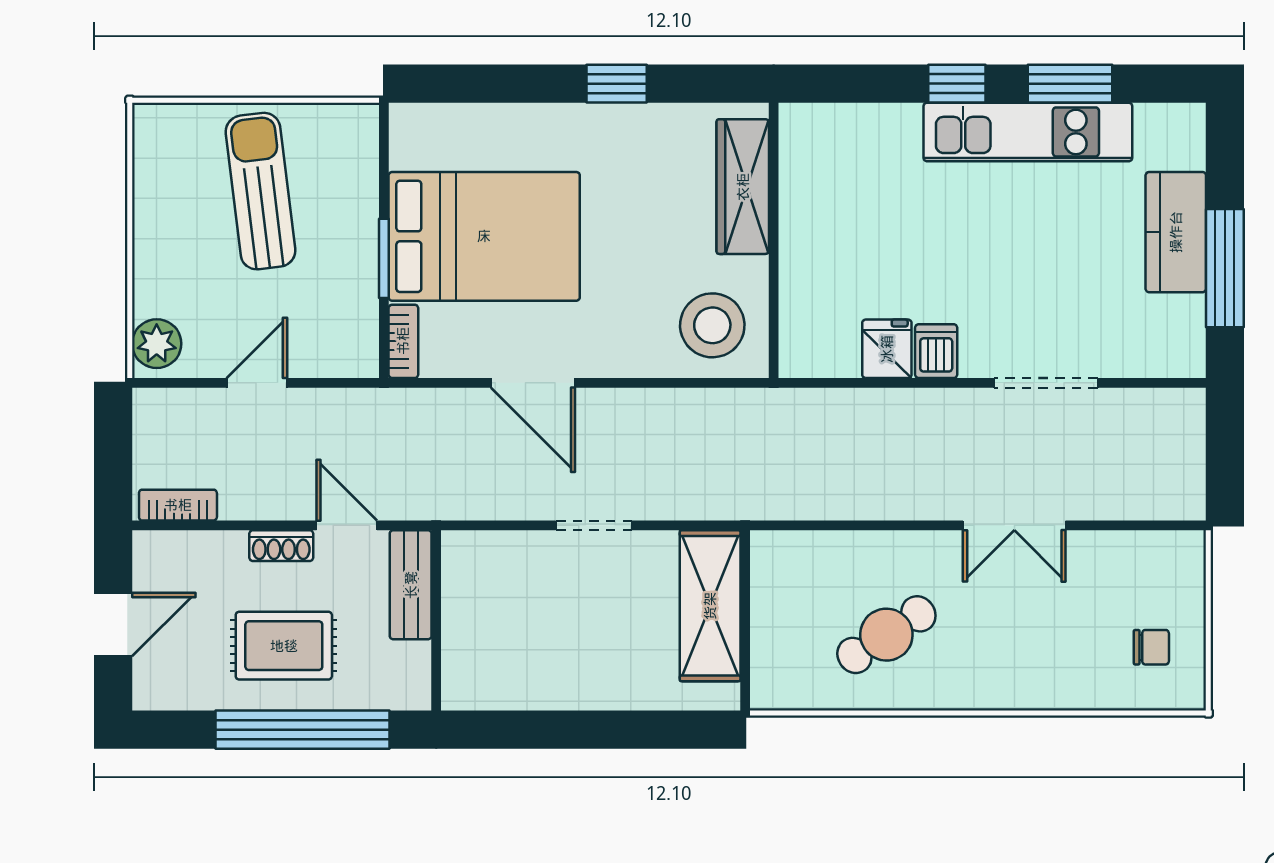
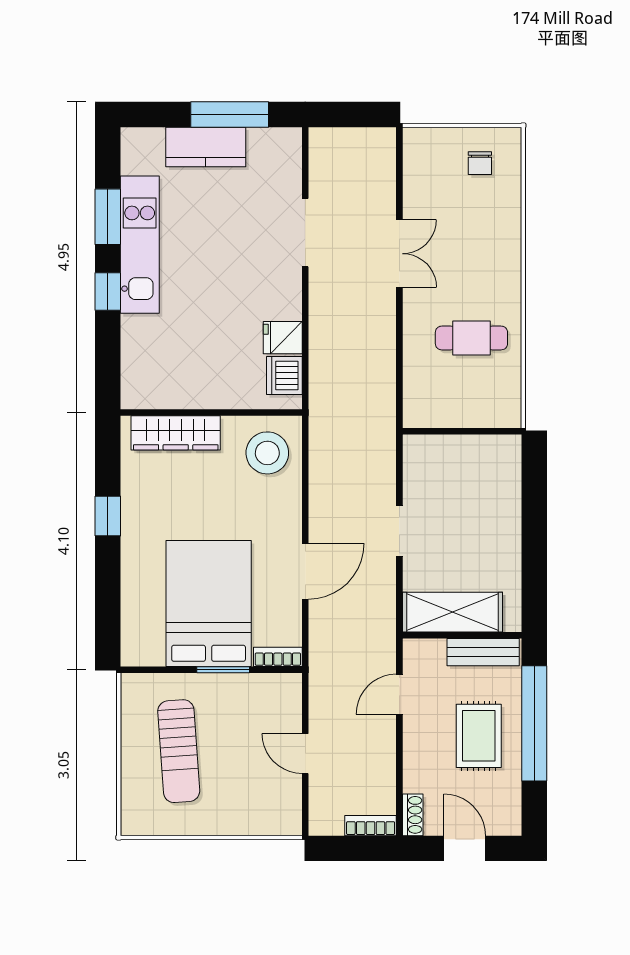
sun lounger: (260, 191) -> (179, 751), turned -87
plant: (157, 344) -> (279, 820), removed
dishwasher: (936, 351) -> (284, 375), moved, width x1.38
bookcase: (178, 505) -> (371, 826), moved, turned 90
shoe rack: (281, 546) -> (413, 815), moved
bench: (411, 585) -> (483, 652), moved
shelving: (710, 606) -> (452, 612), moved
cafe table: (886, 635) -> (471, 338), turned -57
chair: (1151, 647) -> (480, 163), turned 180

